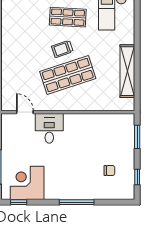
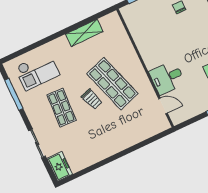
shelving: (127, 71) -> (84, 33), width x0.68
door: (25, 112) -> (163, 106), swing flipped

